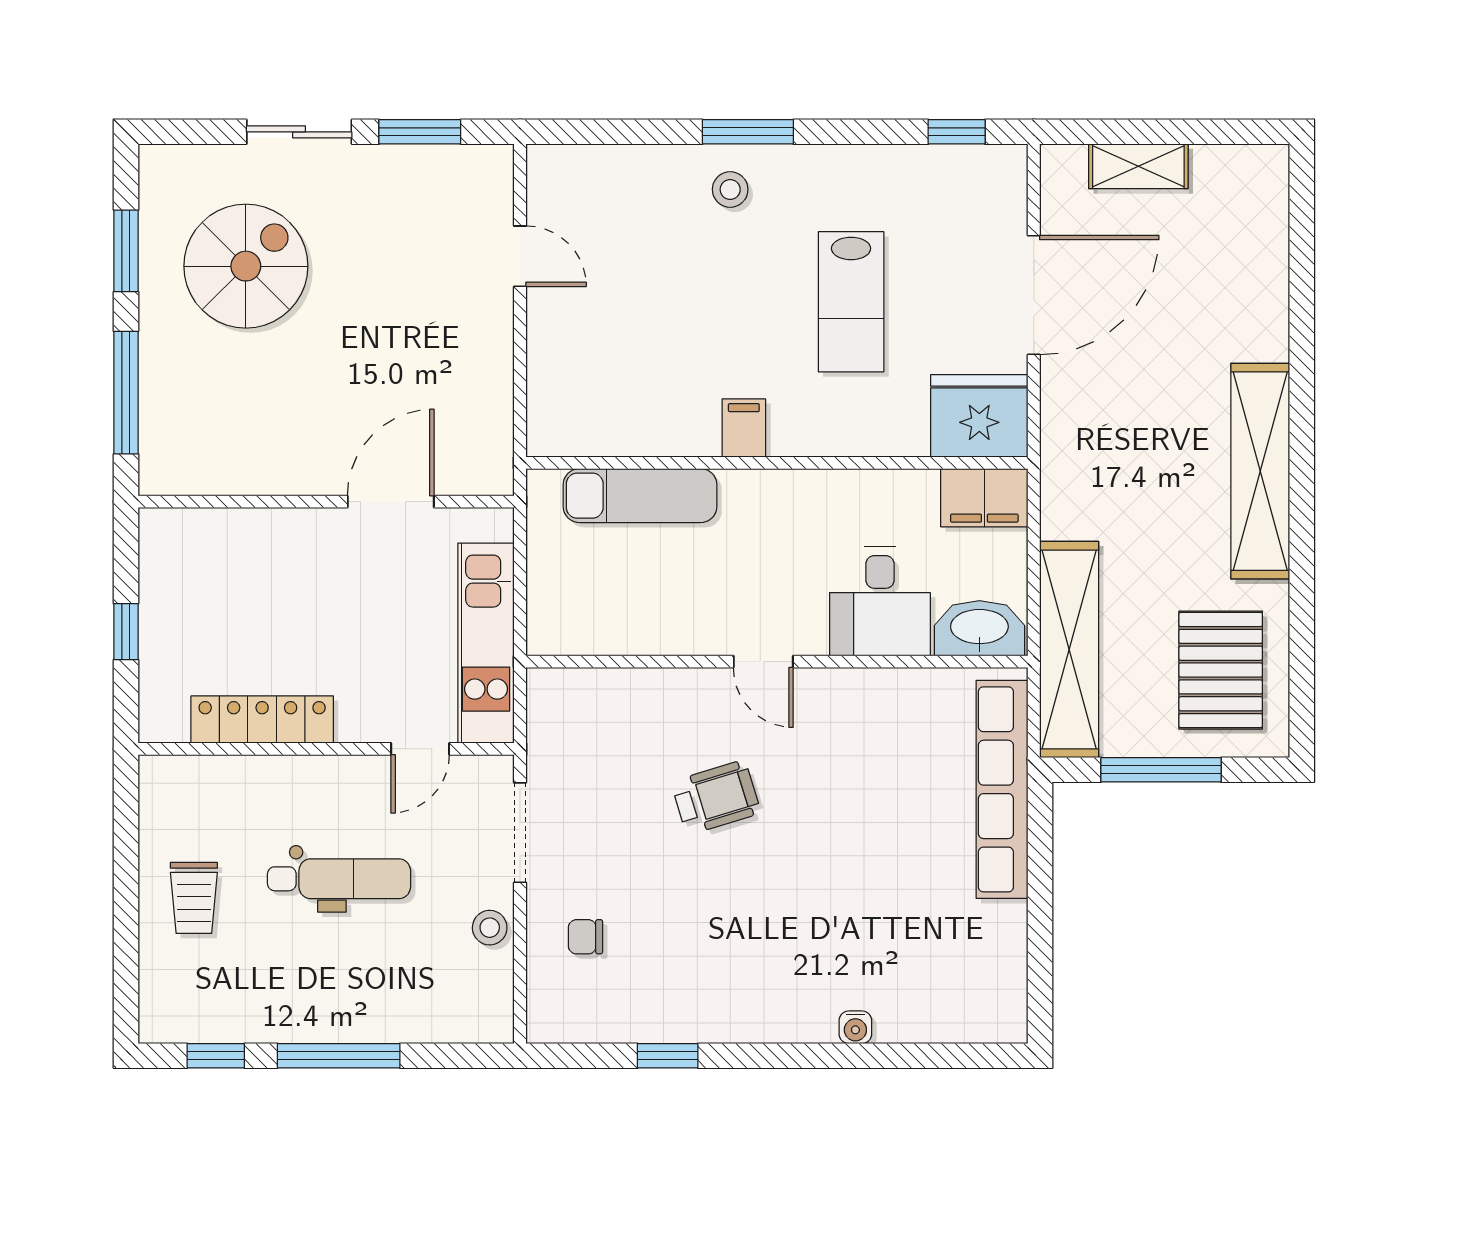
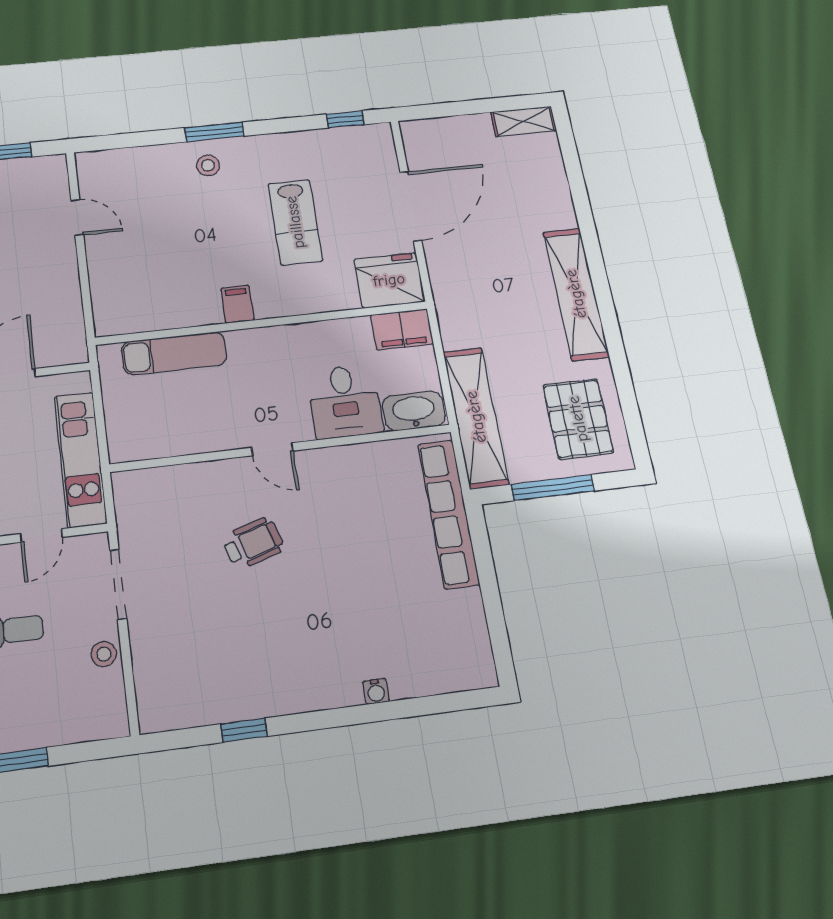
shelving: (1138, 166) -> (524, 121), moved
chair: (585, 937) -> (174, 652), removed

